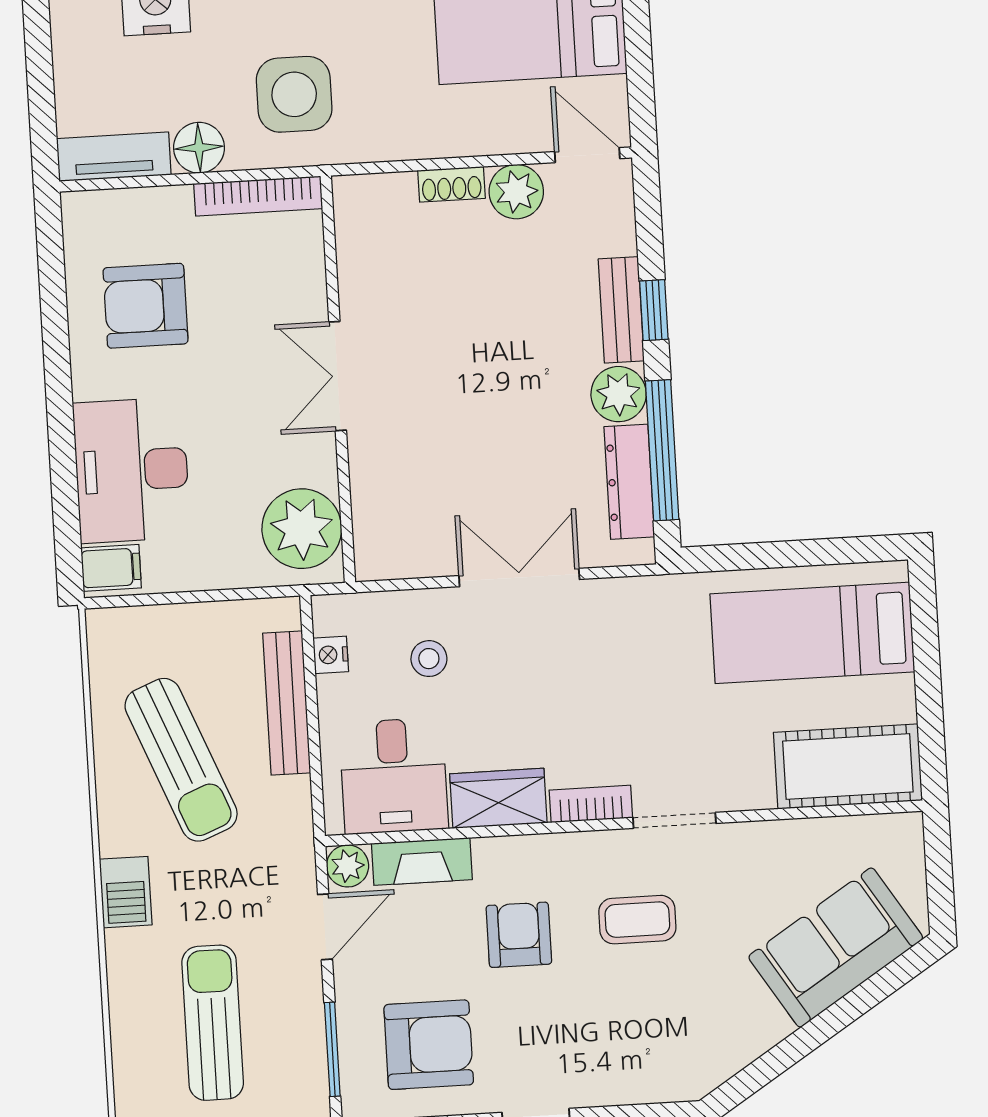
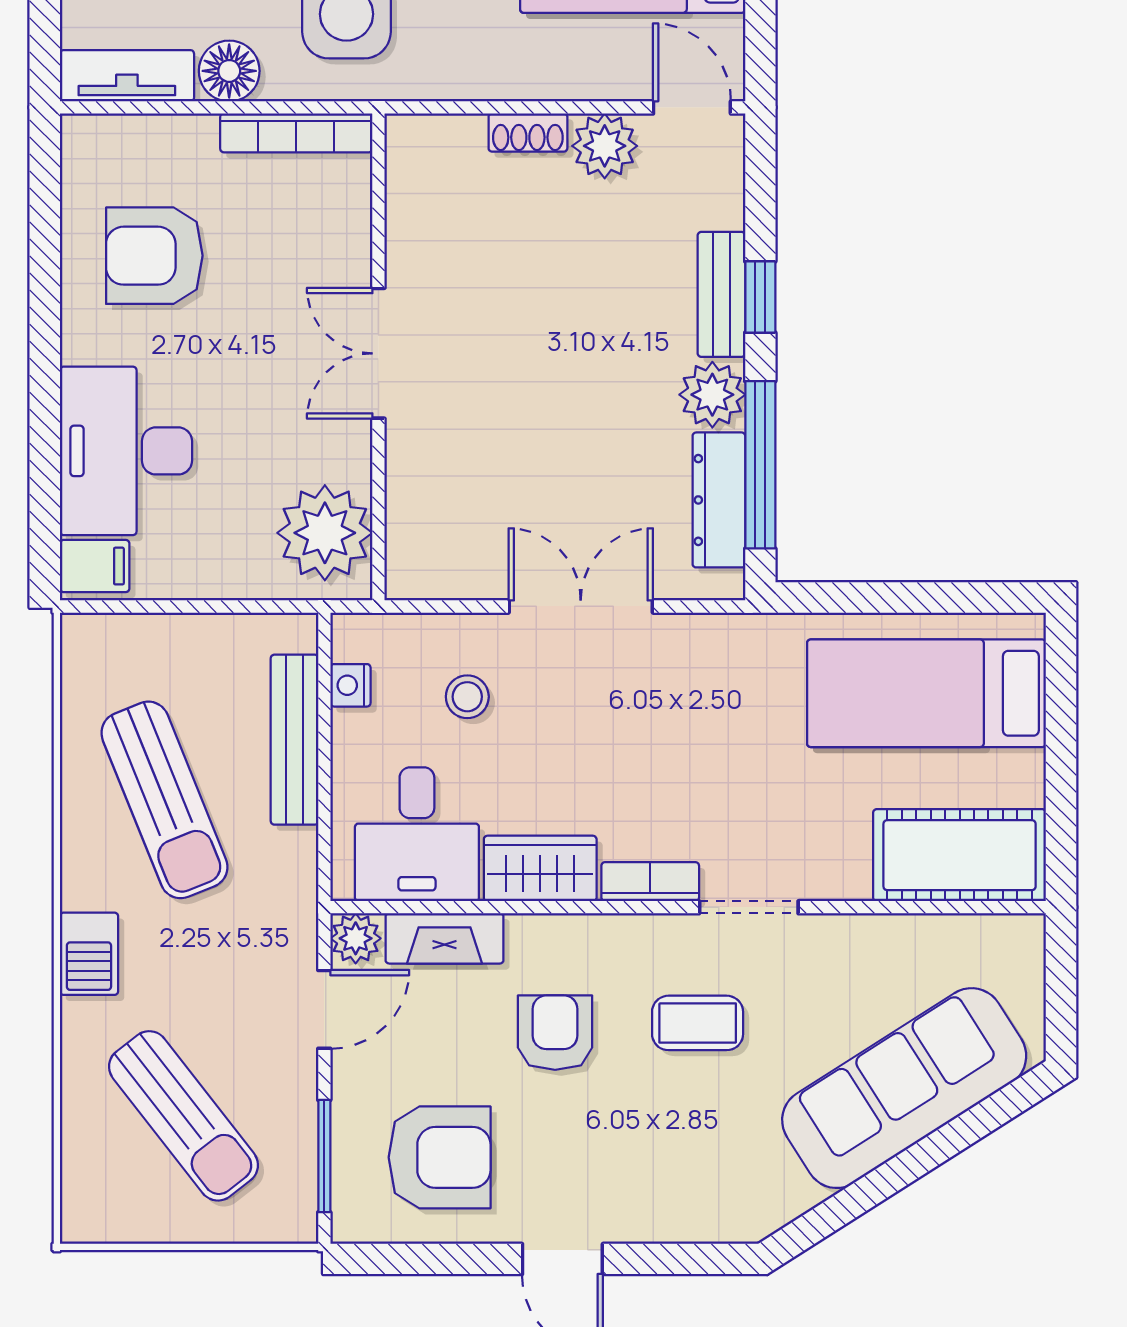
sofa: (836, 947) -> (904, 1088), width x1.36
sun lounger: (213, 1023) -> (184, 1116), turned 142

